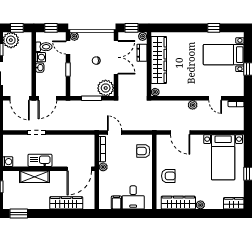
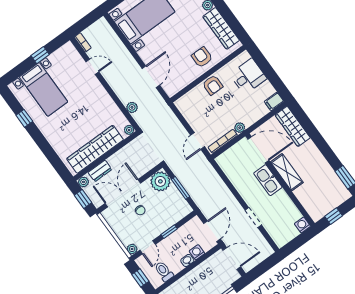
washing machine: (41, 57) -> (197, 252), moved
door: (20, 98) -> (232, 258), hinge flipped
door: (47, 98) -> (212, 231), hinge flipped
door: (215, 98) -> (92, 67), hinge flipped
plant: (193, 105) -> (132, 107), moved
armchair: (143, 151) -> (213, 85), moved
kitchen sink: (40, 160) -> (268, 180), moved
shelving: (34, 177) -> (287, 172), moved
wardrobe: (66, 203) -> (293, 126), moved
filing cabinet: (116, 203) -> (274, 102), moved

